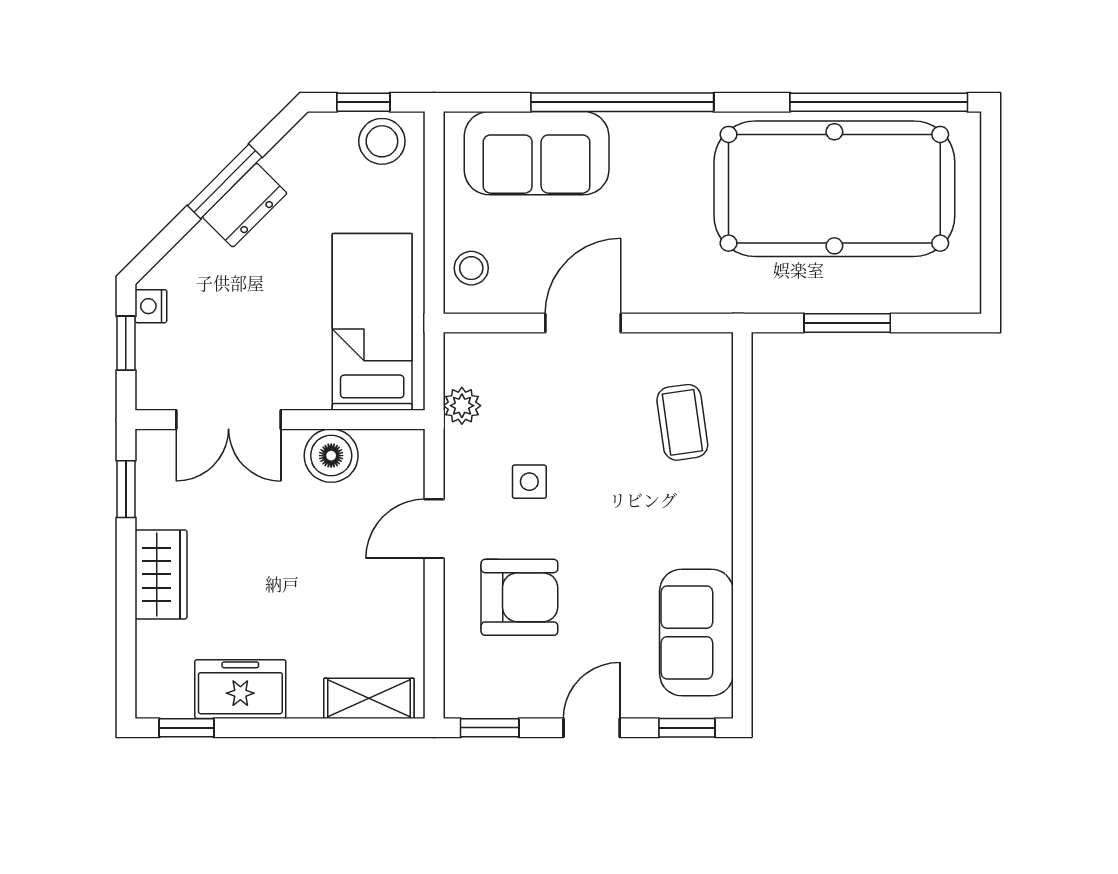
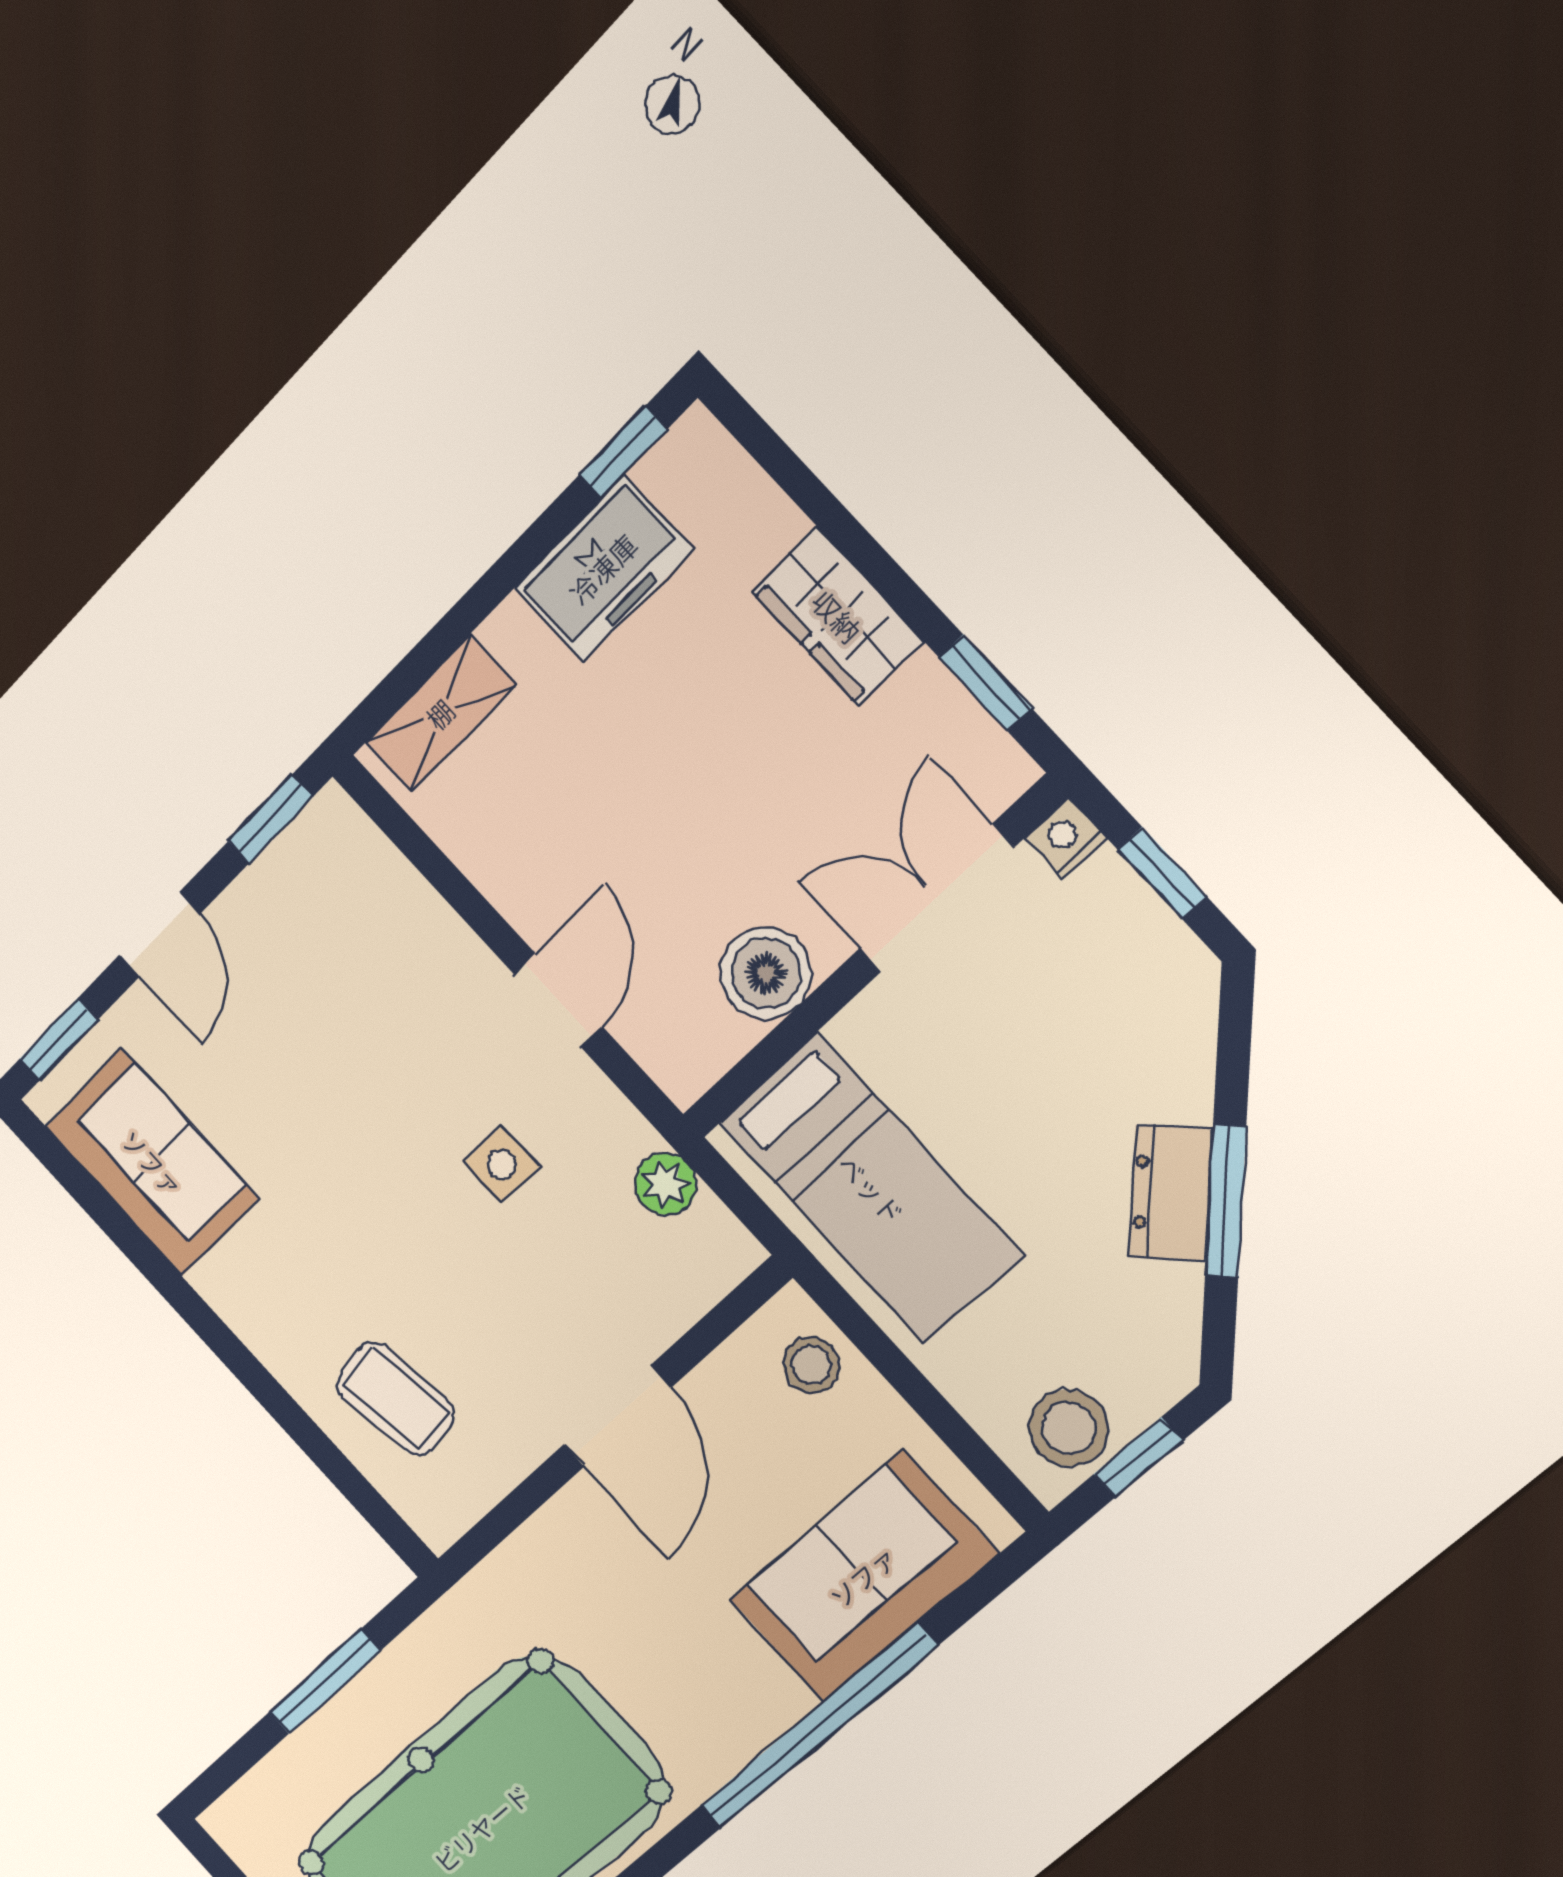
nightstand: (151, 306) -> (1066, 838), moved, turned -90
armchair: (519, 597) -> (383, 1012), removed

